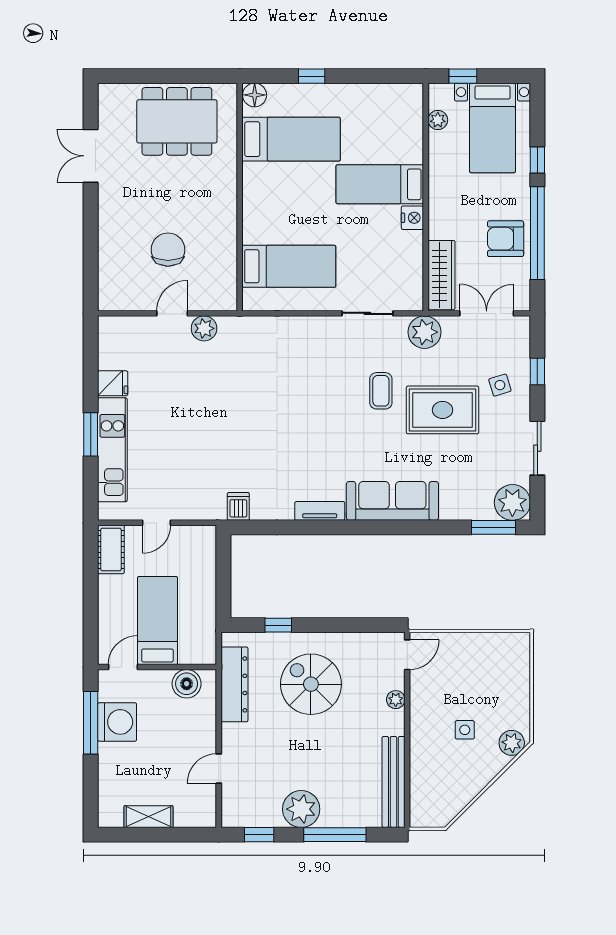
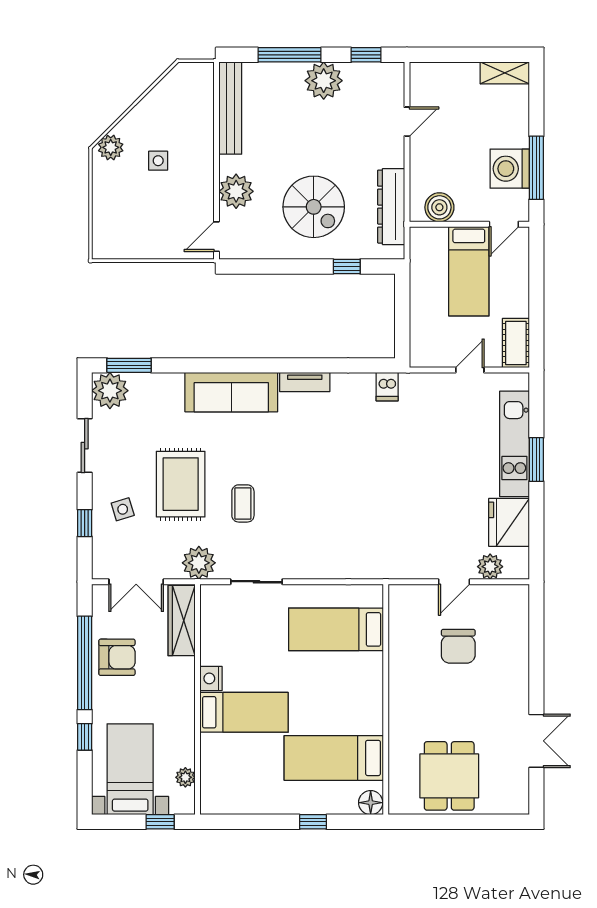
dining table: (177, 121) -> (449, 776), width x0.73
plant: (204, 328) -> (490, 567), moved
fridge: (113, 383) -> (509, 522), width x1.88, depth x1.34
rug: (443, 410) -> (181, 484), turned 90
plant: (396, 700) -> (236, 191), width x1.87, depth x1.87
shelving: (148, 817) -> (505, 73), moved

